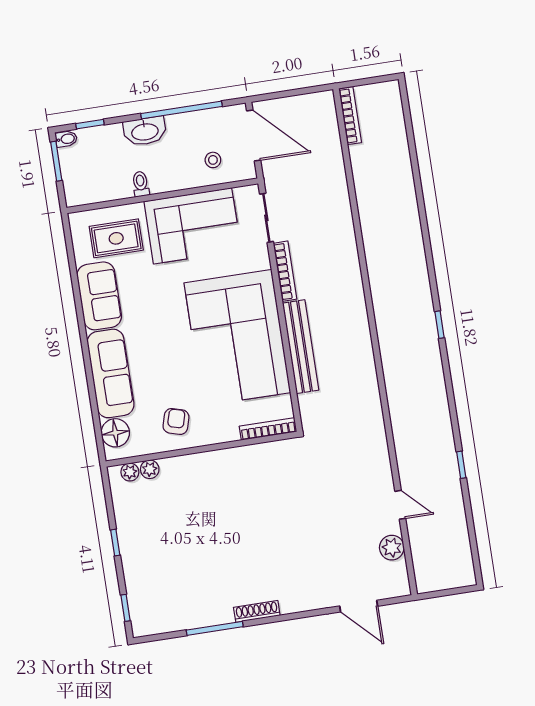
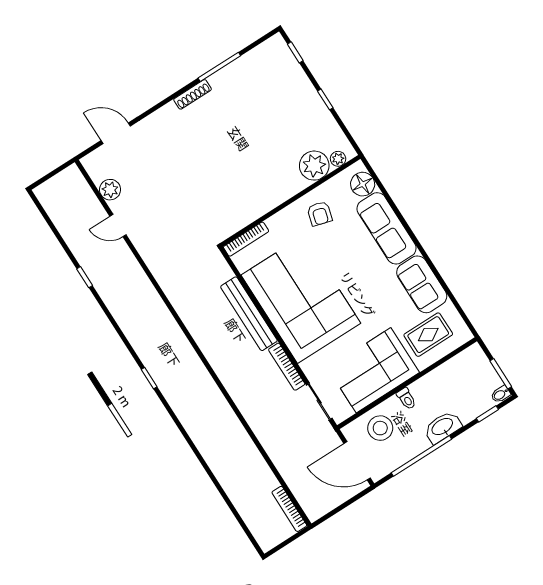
stool: (213, 160) -> (380, 428), width x1.89, depth x1.89
toilet: (141, 184) -> (406, 399), moved
plant: (150, 469) -> (314, 166), width x1.87, depth x1.87

